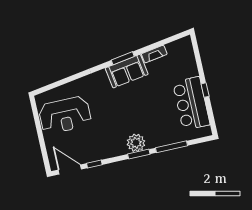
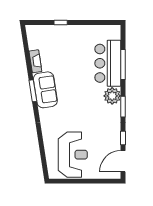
window: (205, 90) -> (61, 22), moved
bar counter: (191, 103) -> (108, 63), moved, turned 90
window: (139, 154) -> (123, 107), moved

